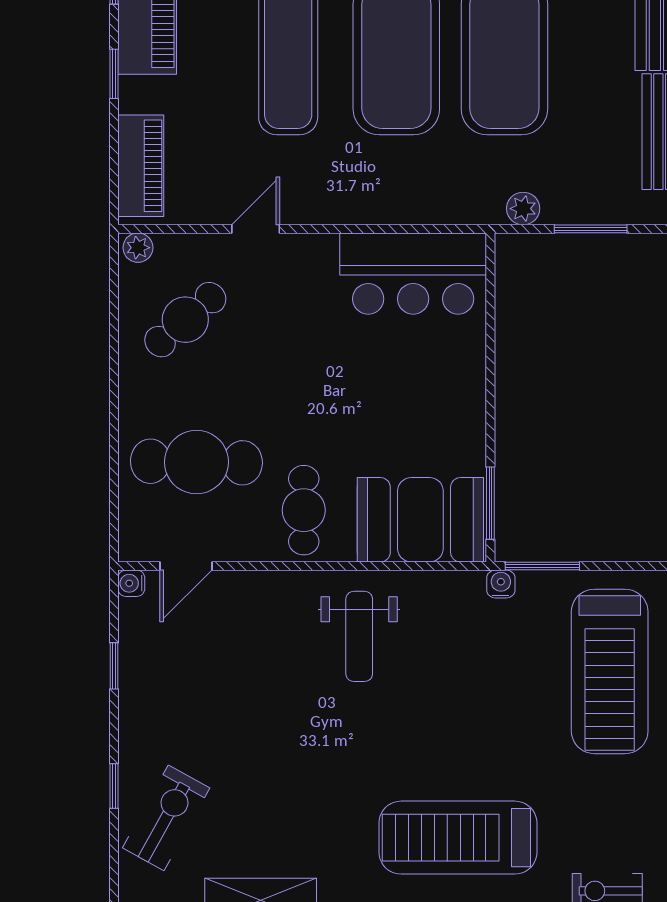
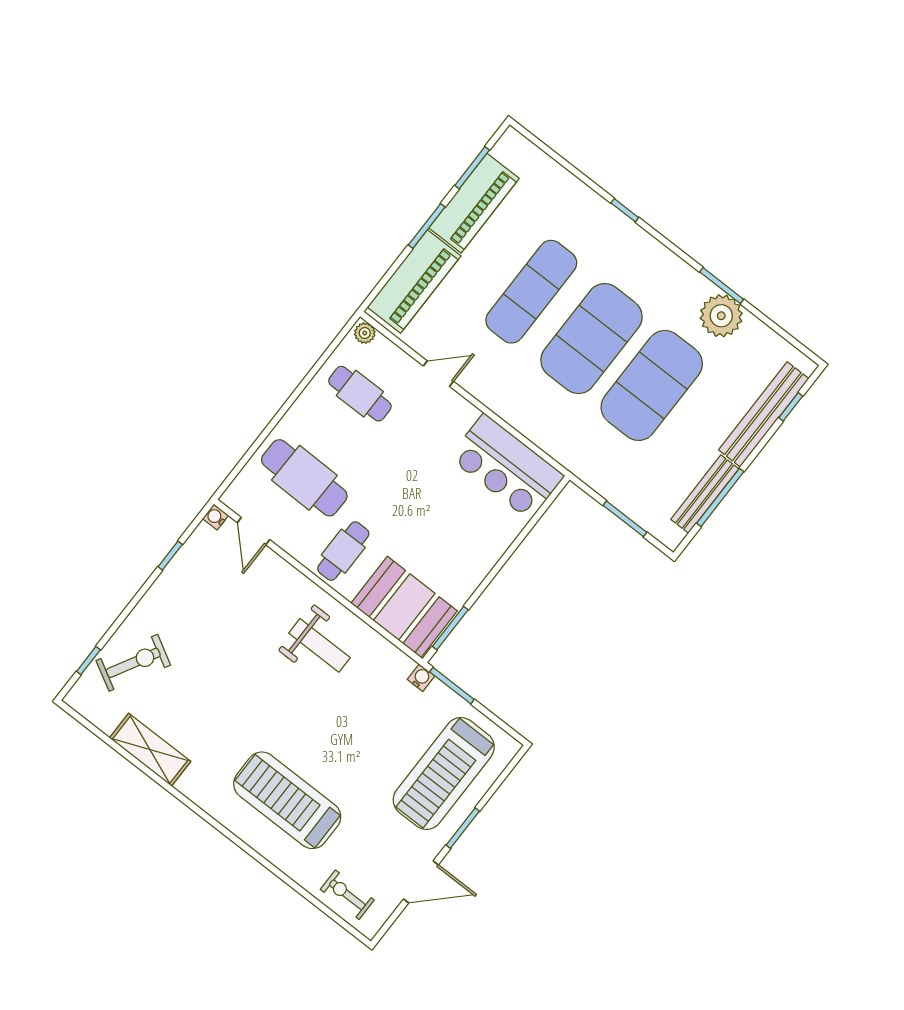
window: (114, 74) -> (427, 226), width x1.50
piano: (141, 166) -> (414, 282), width x1.37, depth x1.33
plant: (523, 209) -> (596, 478), removed
cafe table: (185, 320) -> (360, 394), turned 41
door: (186, 566) -> (253, 531), hinge flipped
weight bench: (359, 636) -> (319, 645), turned -90
window: (114, 786) -> (88, 661), moved

